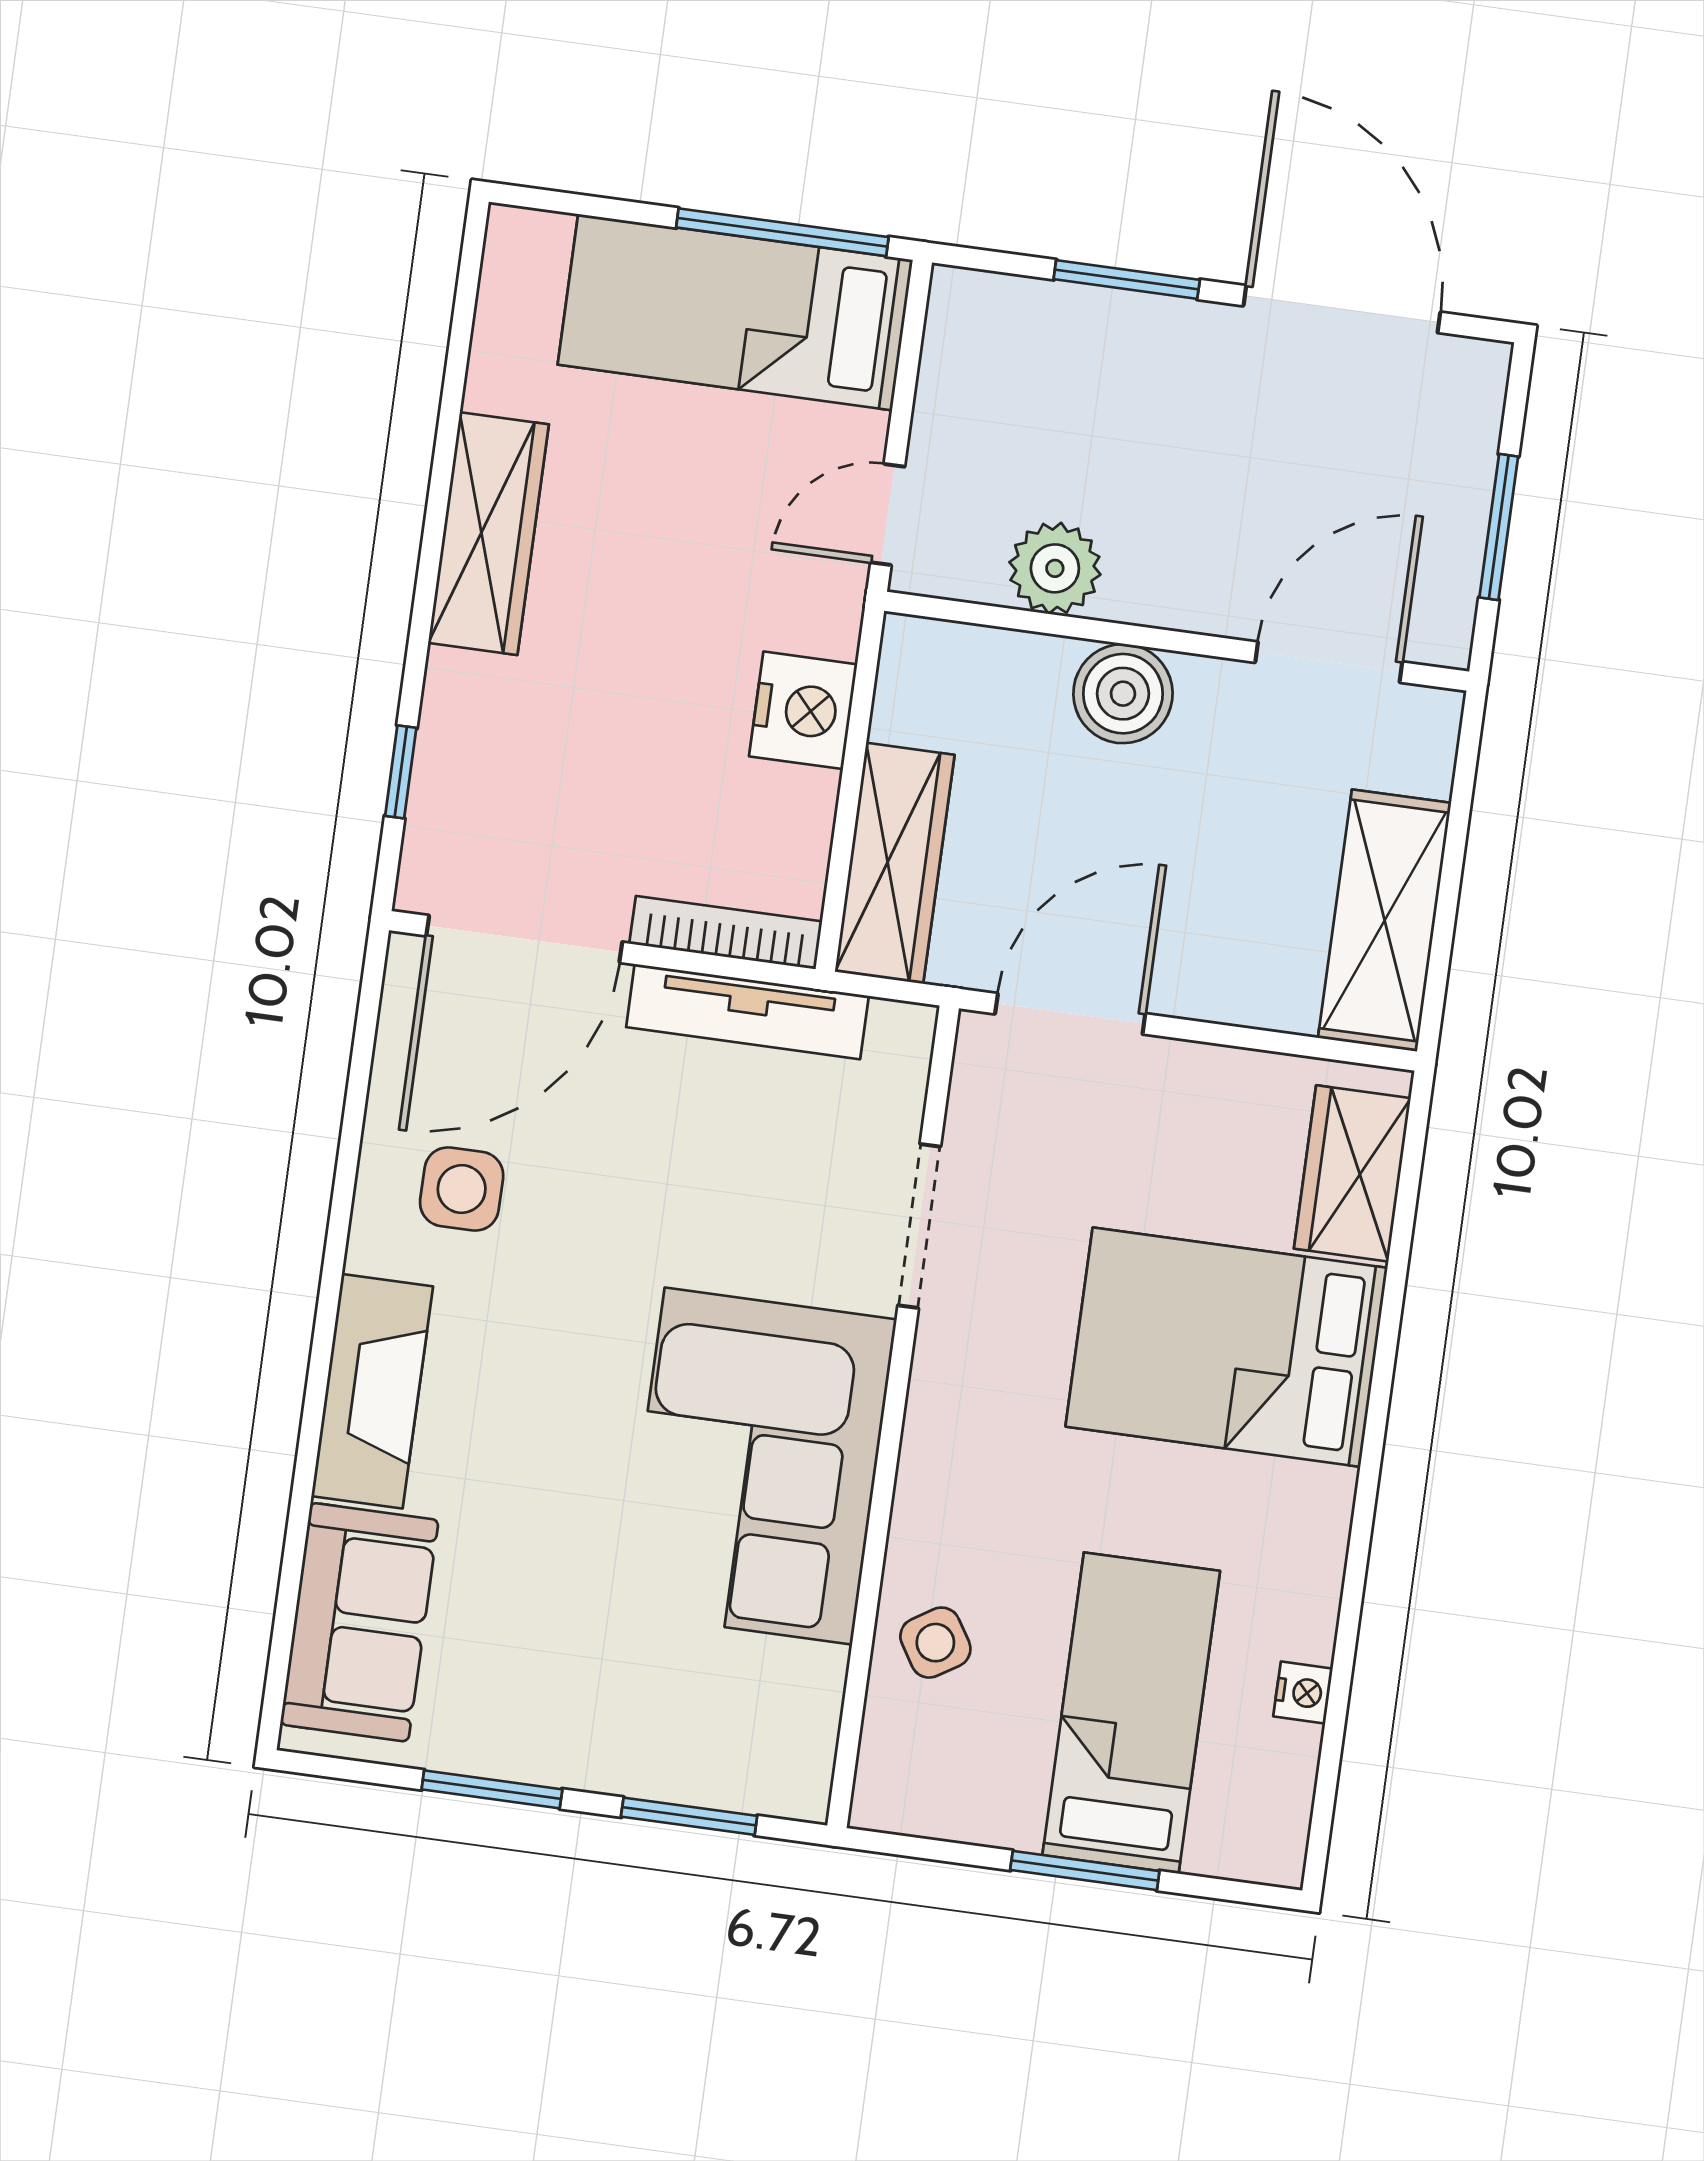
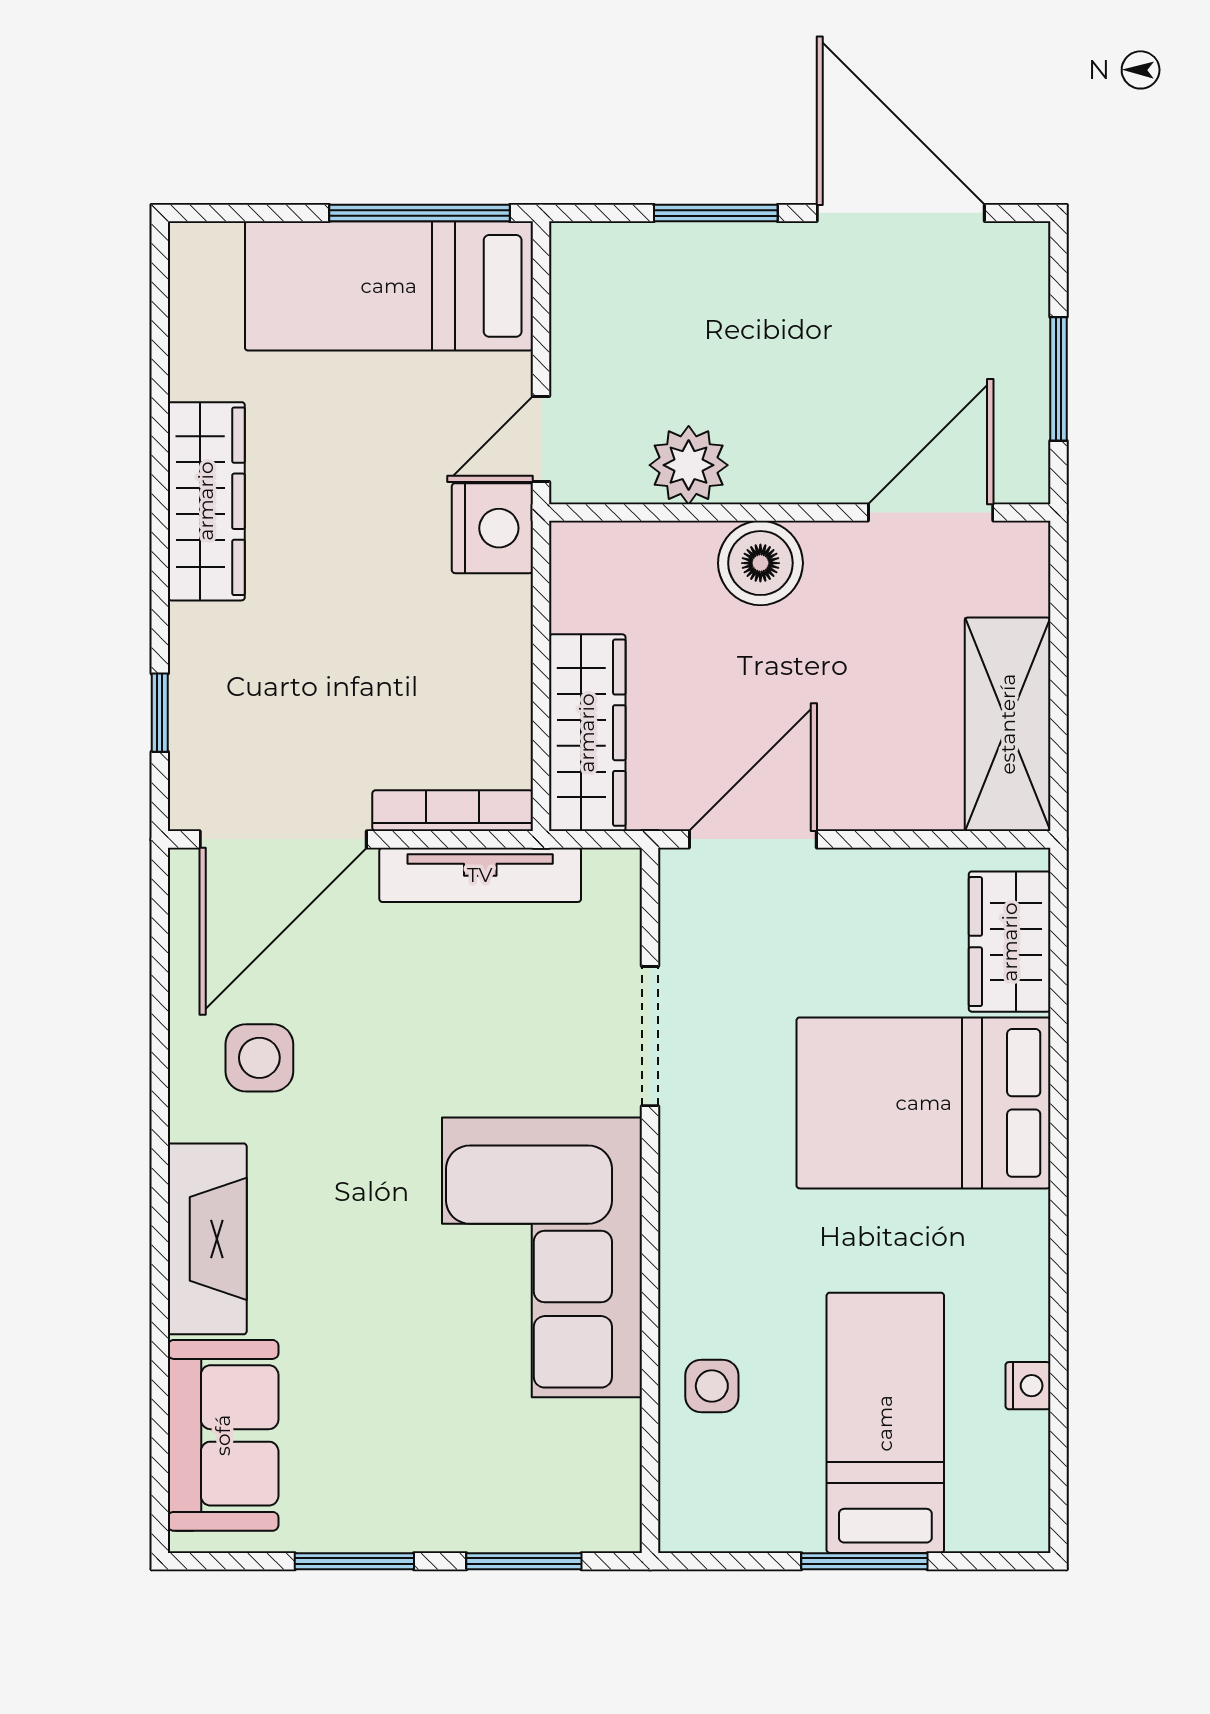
nightstand: (803, 710) -> (492, 528), moved
side table: (935, 1643) -> (712, 1386), turned 32

